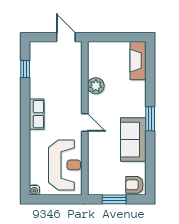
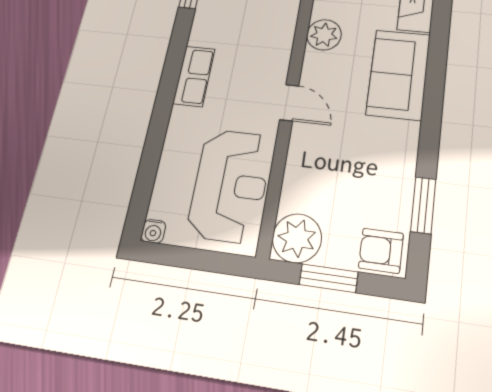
window: (150, 119) -> (423, 205), moved
sofa: (133, 140) -> (398, 74), moved
plant: (98, 184) -> (297, 238), added

